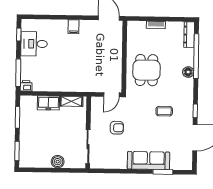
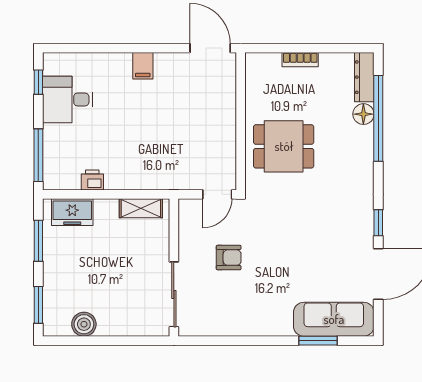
dining table: (146, 70) -> (284, 146), turned 90
floor lamp: (188, 72) -> (363, 114), moved
printer: (26, 86) -> (92, 180), moved
freezer: (48, 103) -> (72, 212), moved
coffee table: (164, 111) -> (319, 224), removed
sofa: (148, 160) -> (334, 319), moved
boiler: (58, 162) -> (84, 324), moved

